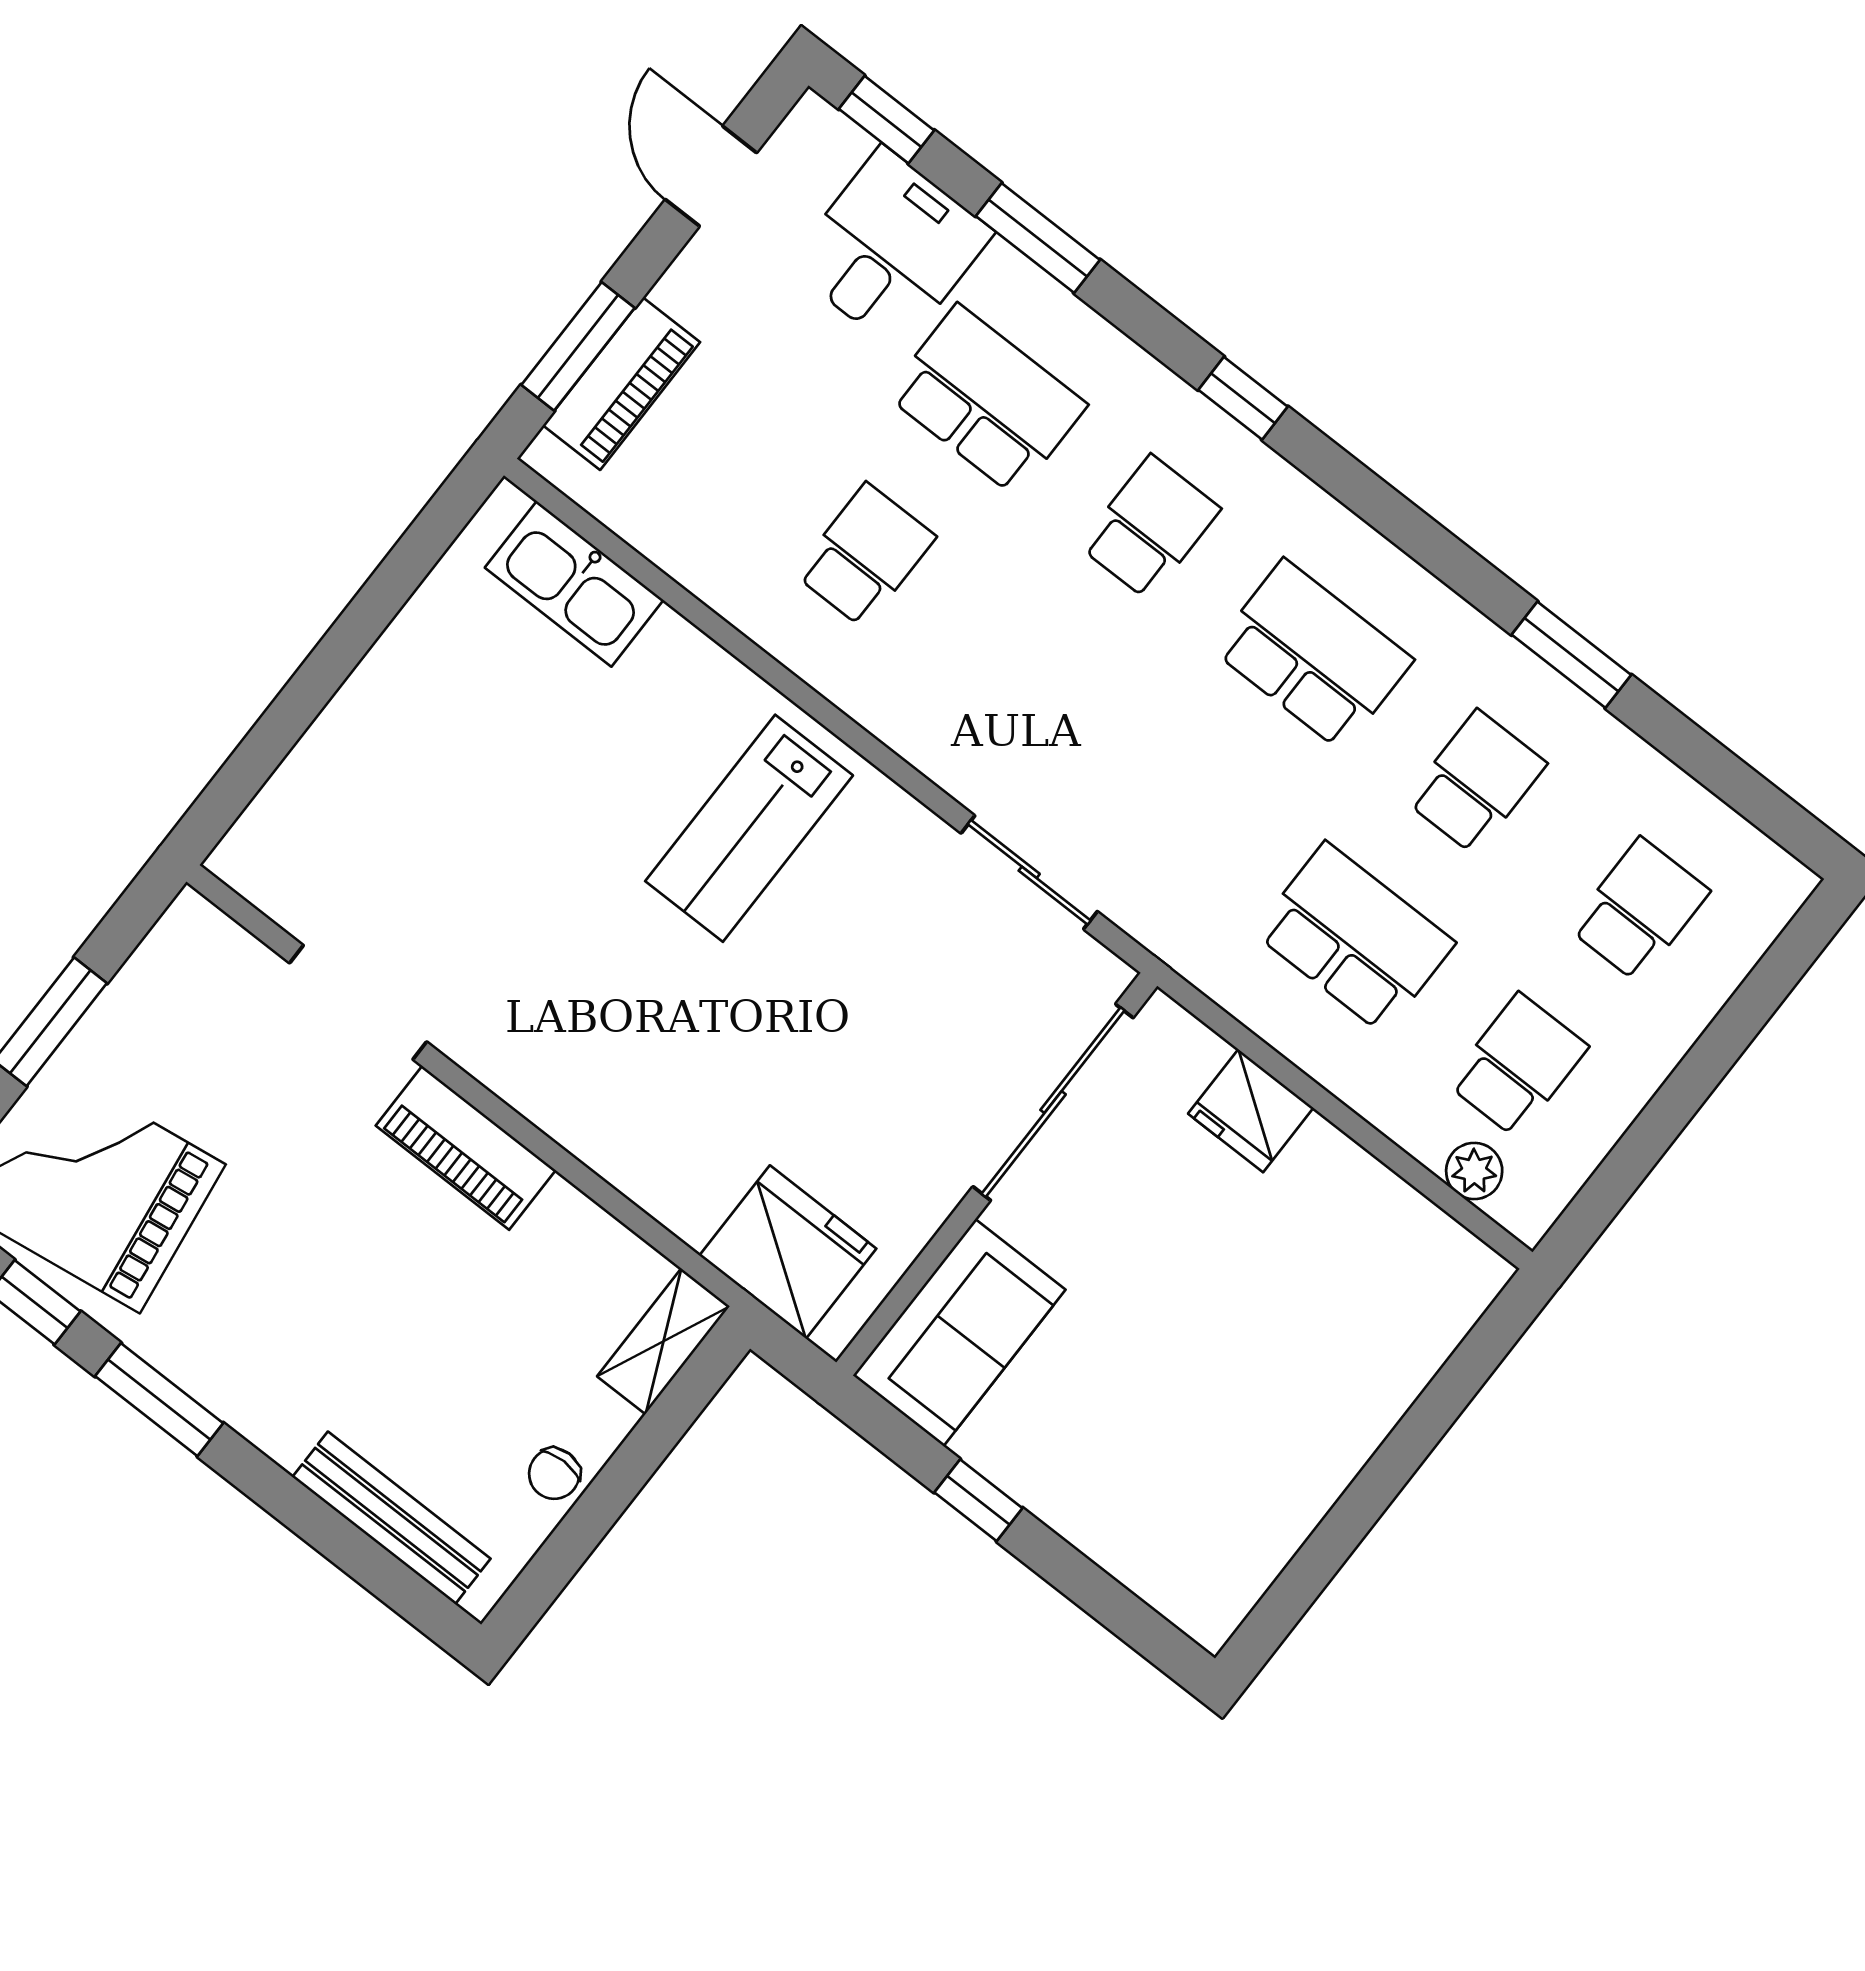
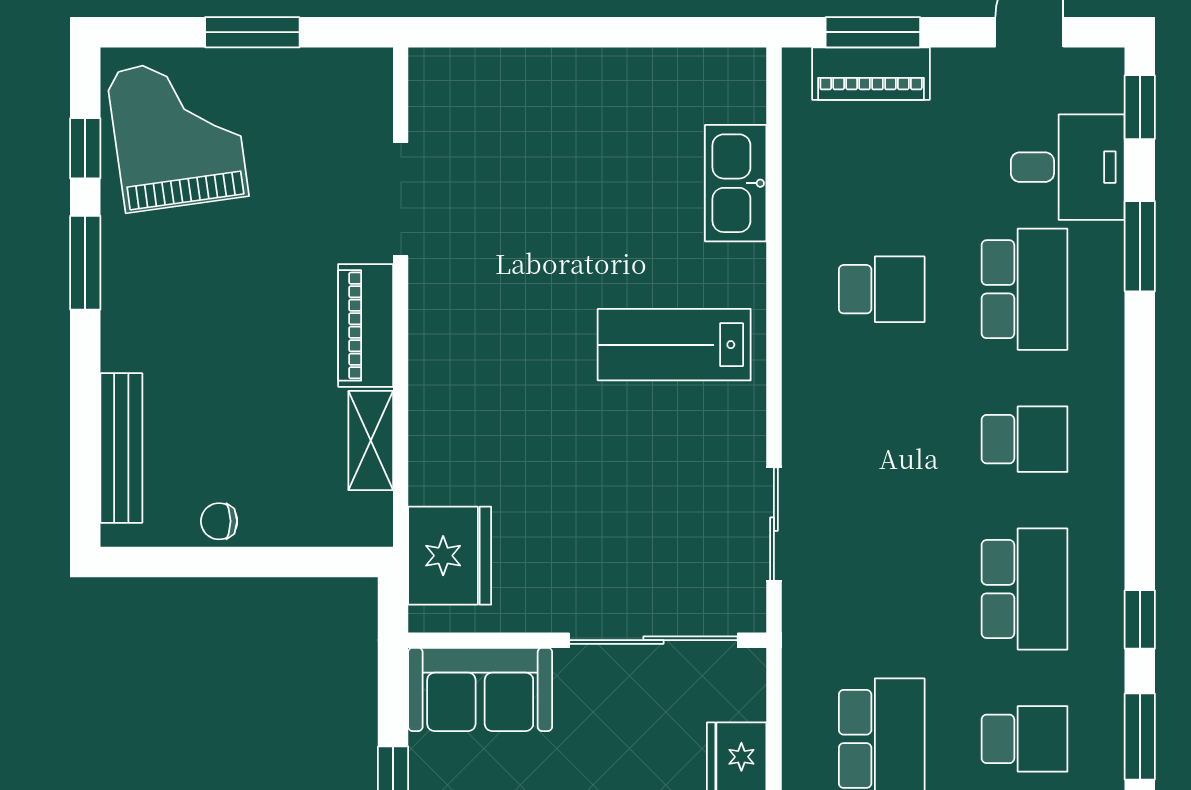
window: (1243, 398) -> (1140, 619), moved
kitchen sink: (574, 584) -> (736, 183), moved
shelving: (664, 1341) -> (371, 441), moved, turned 90

